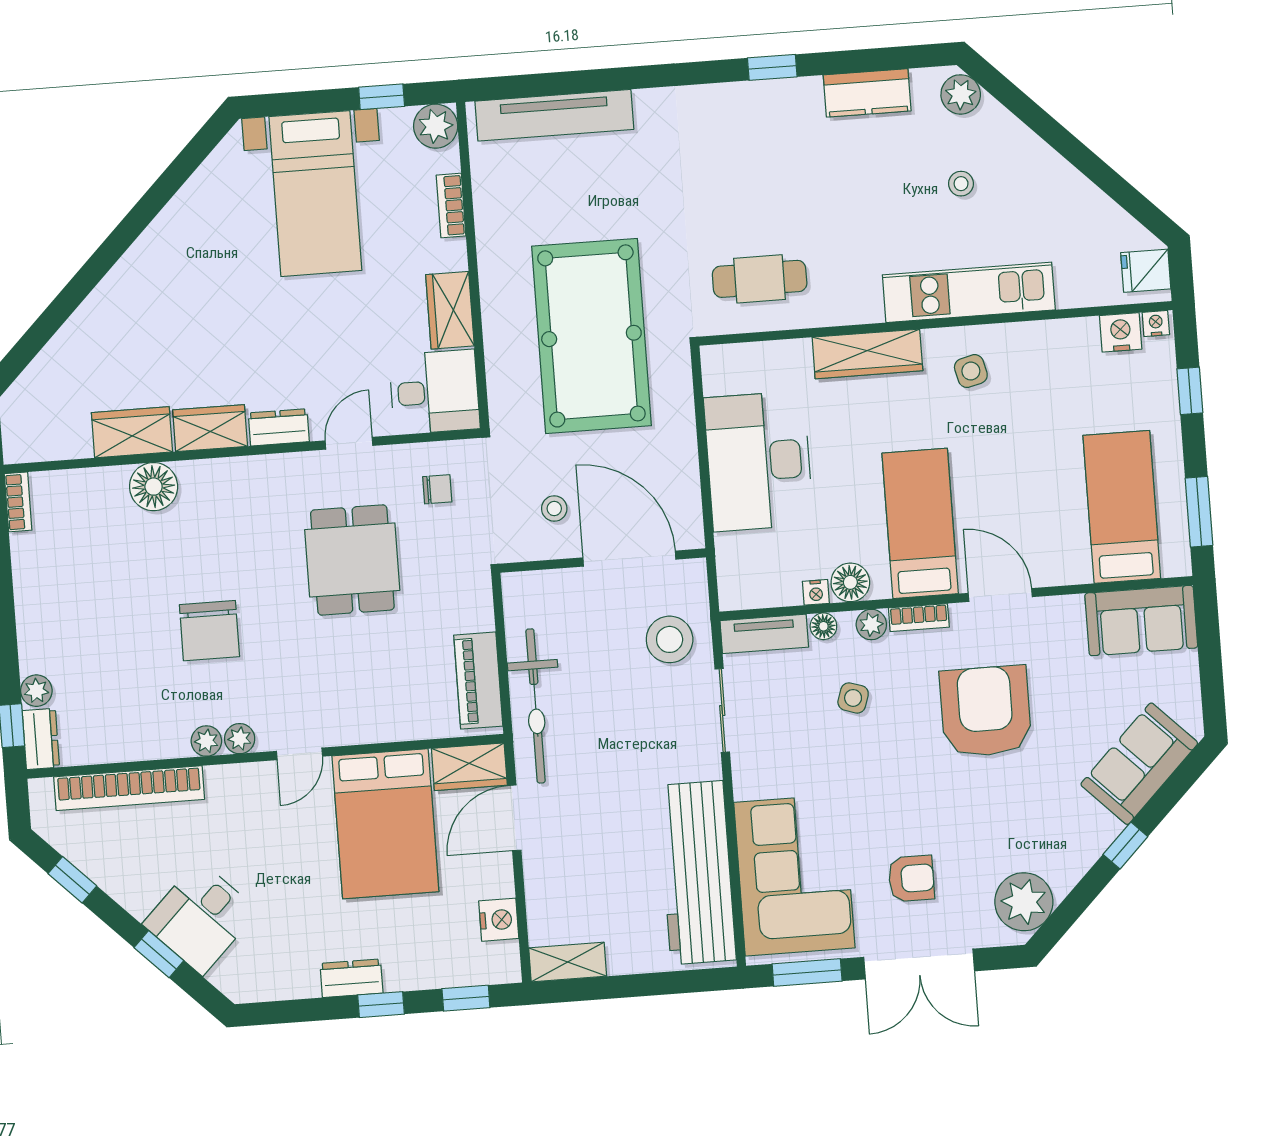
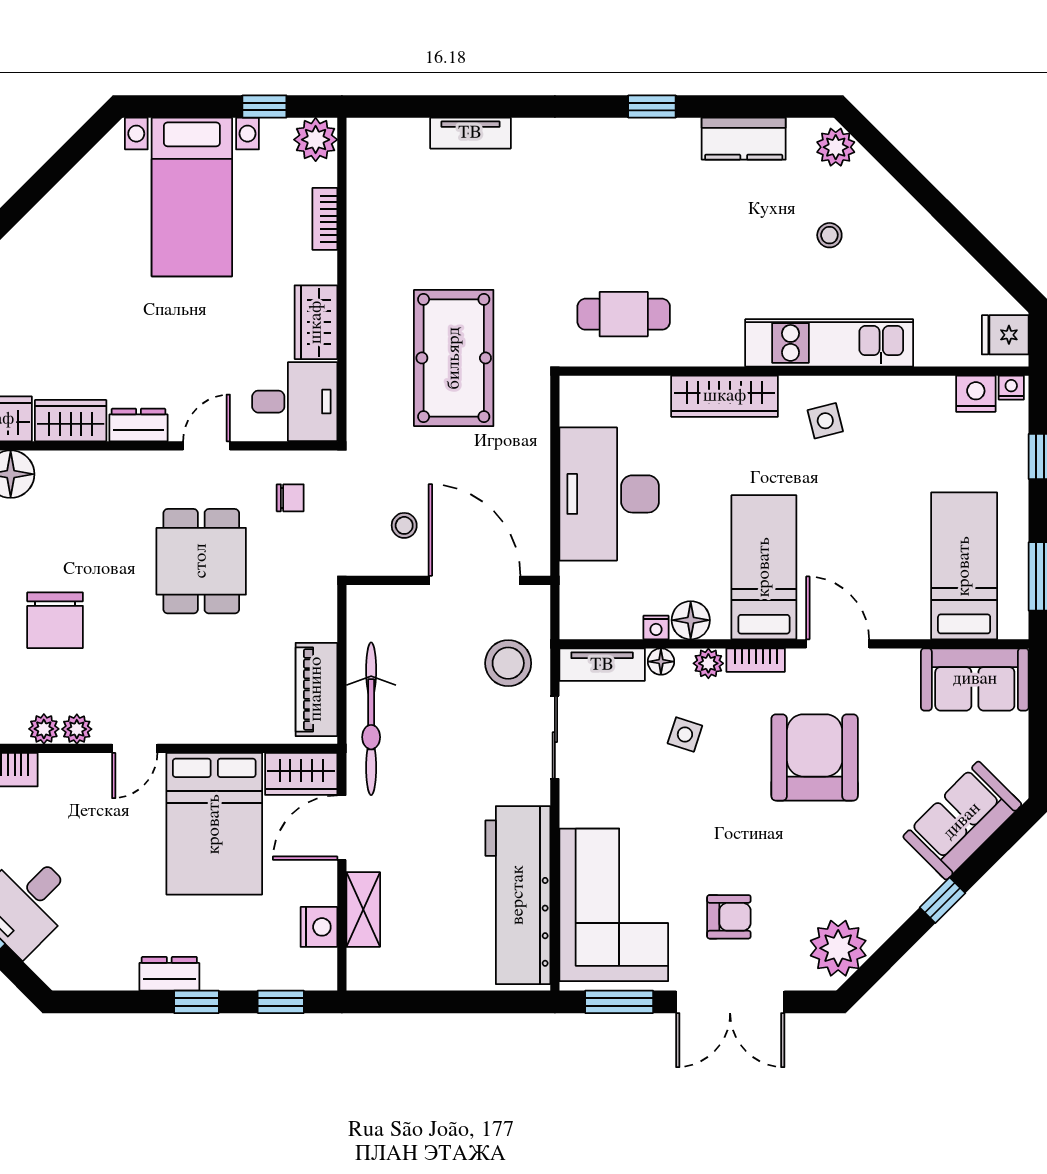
tv unit: (554, 115) -> (470, 133), width x0.52, depth x0.78
pool table: (591, 336) -> (454, 358), width x0.73, depth x0.76
shelving: (568, 962) -> (363, 910), moved, turned 90

